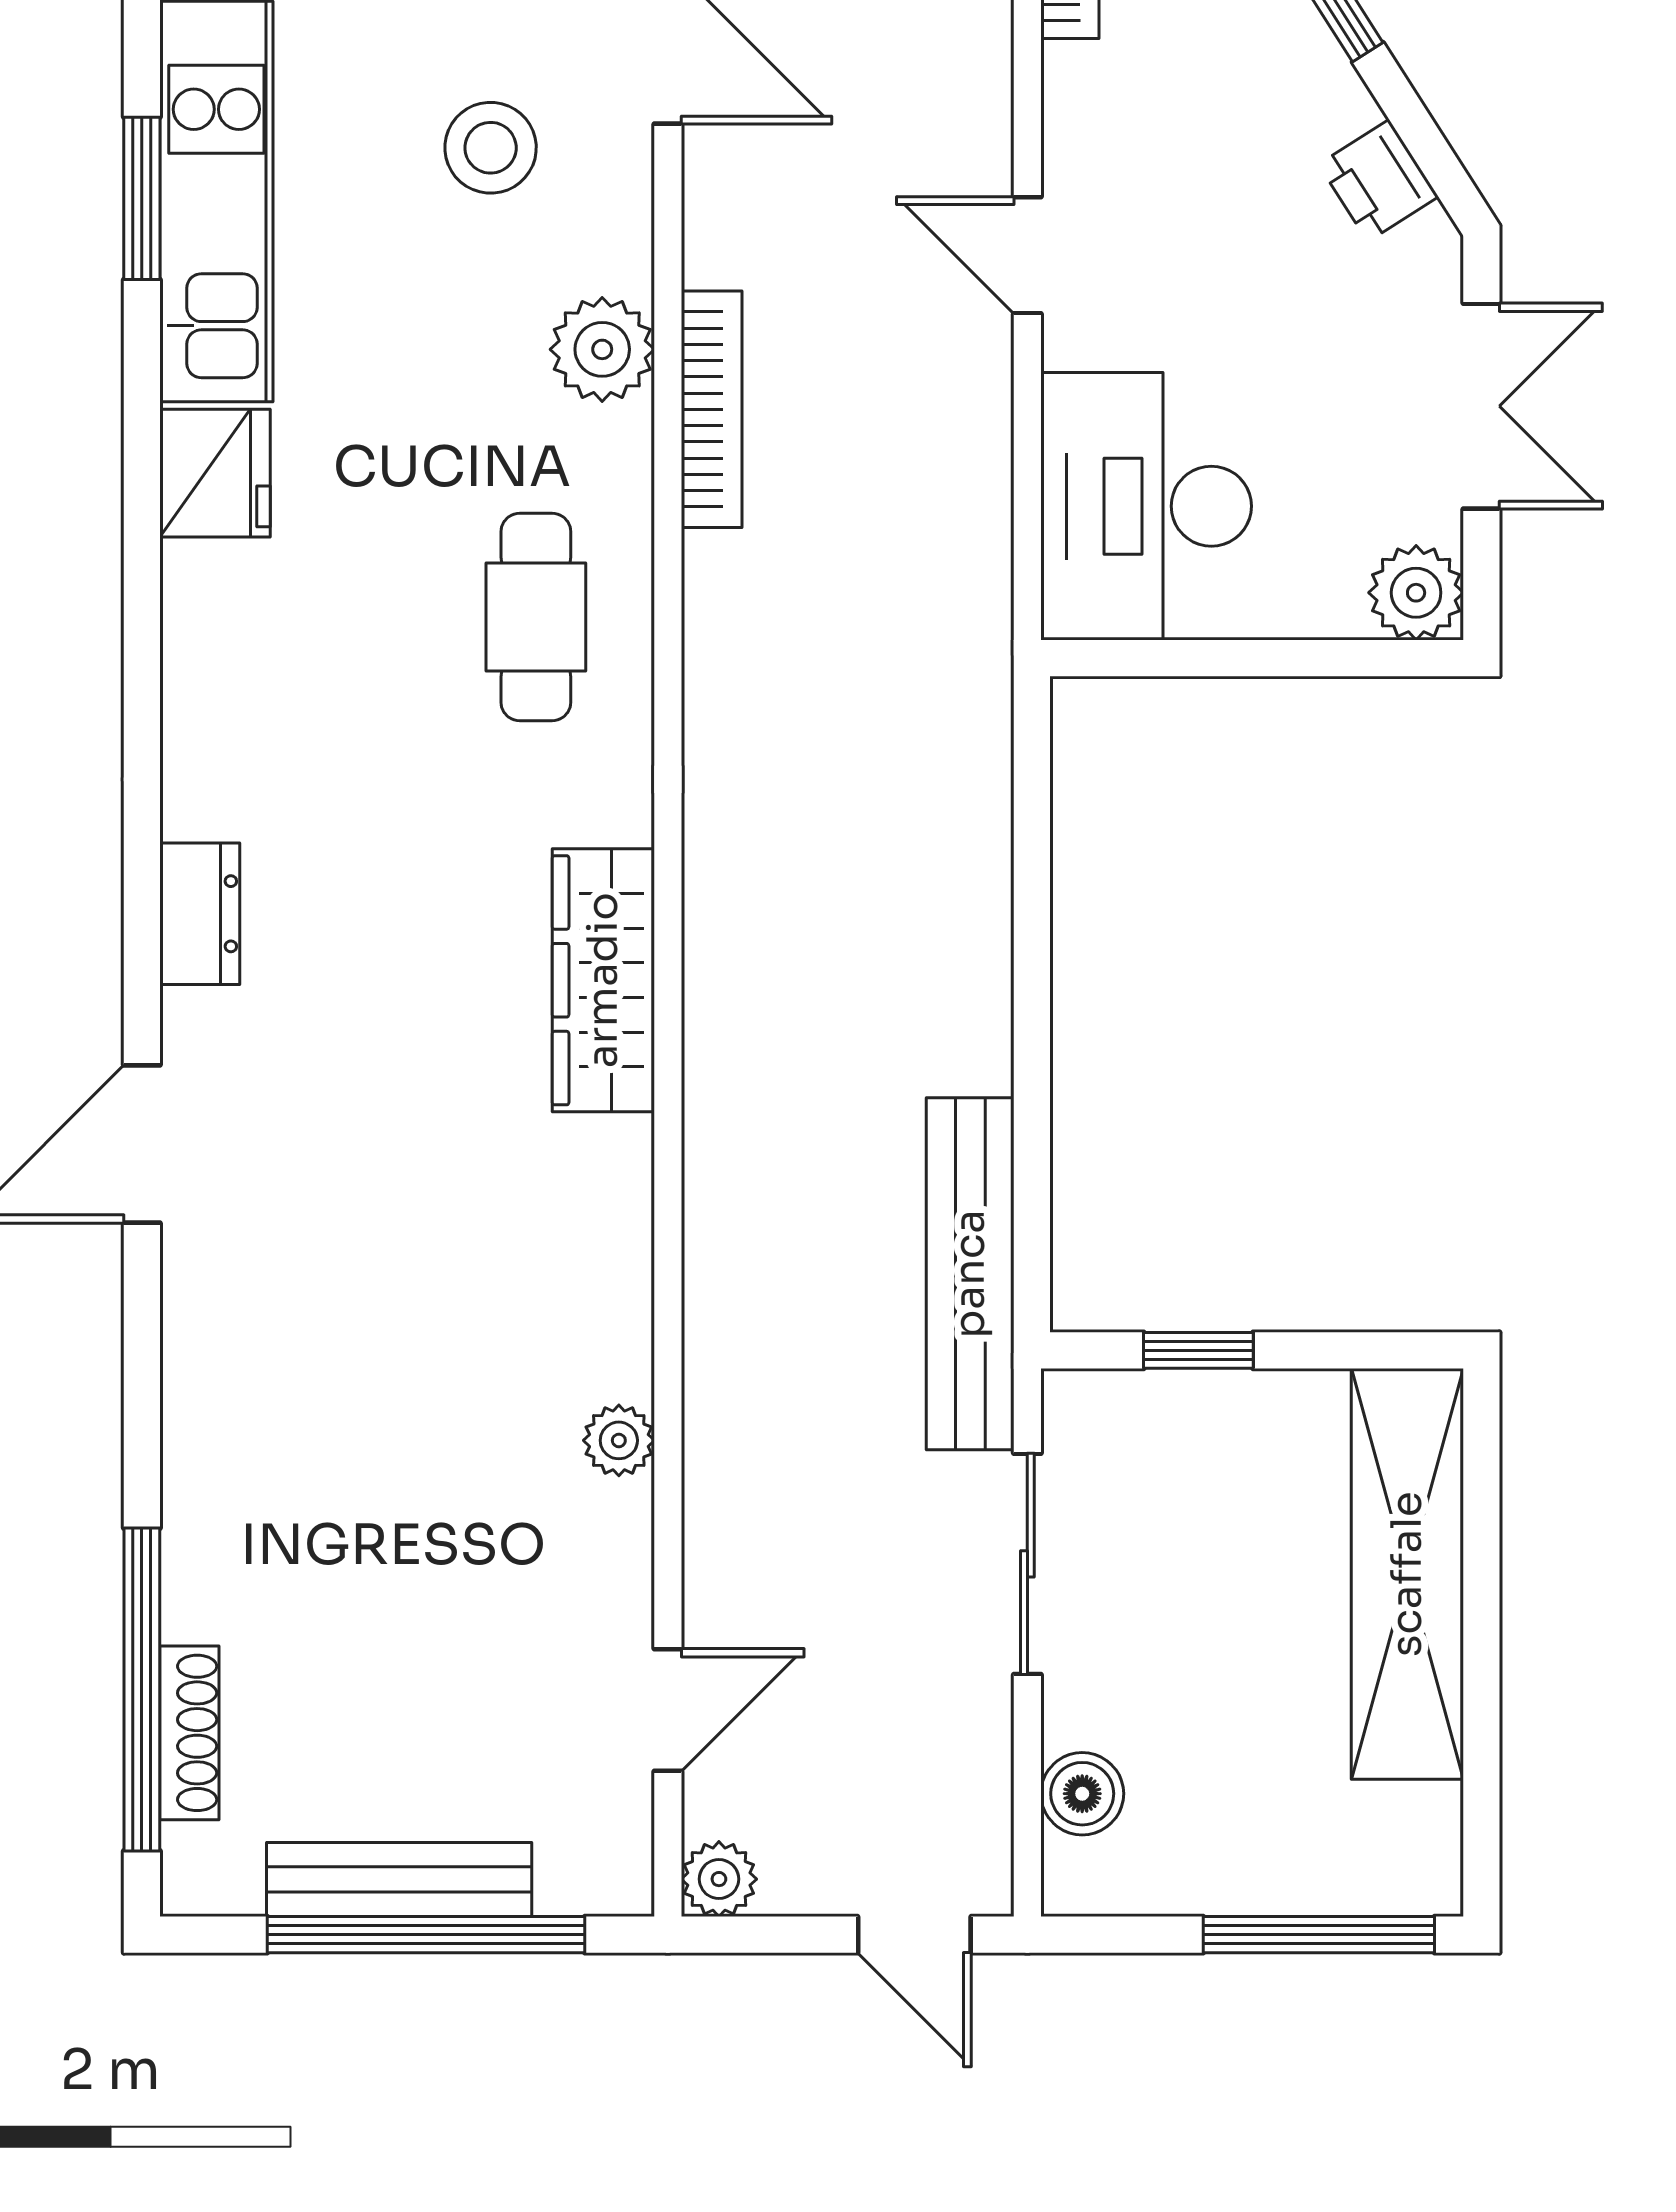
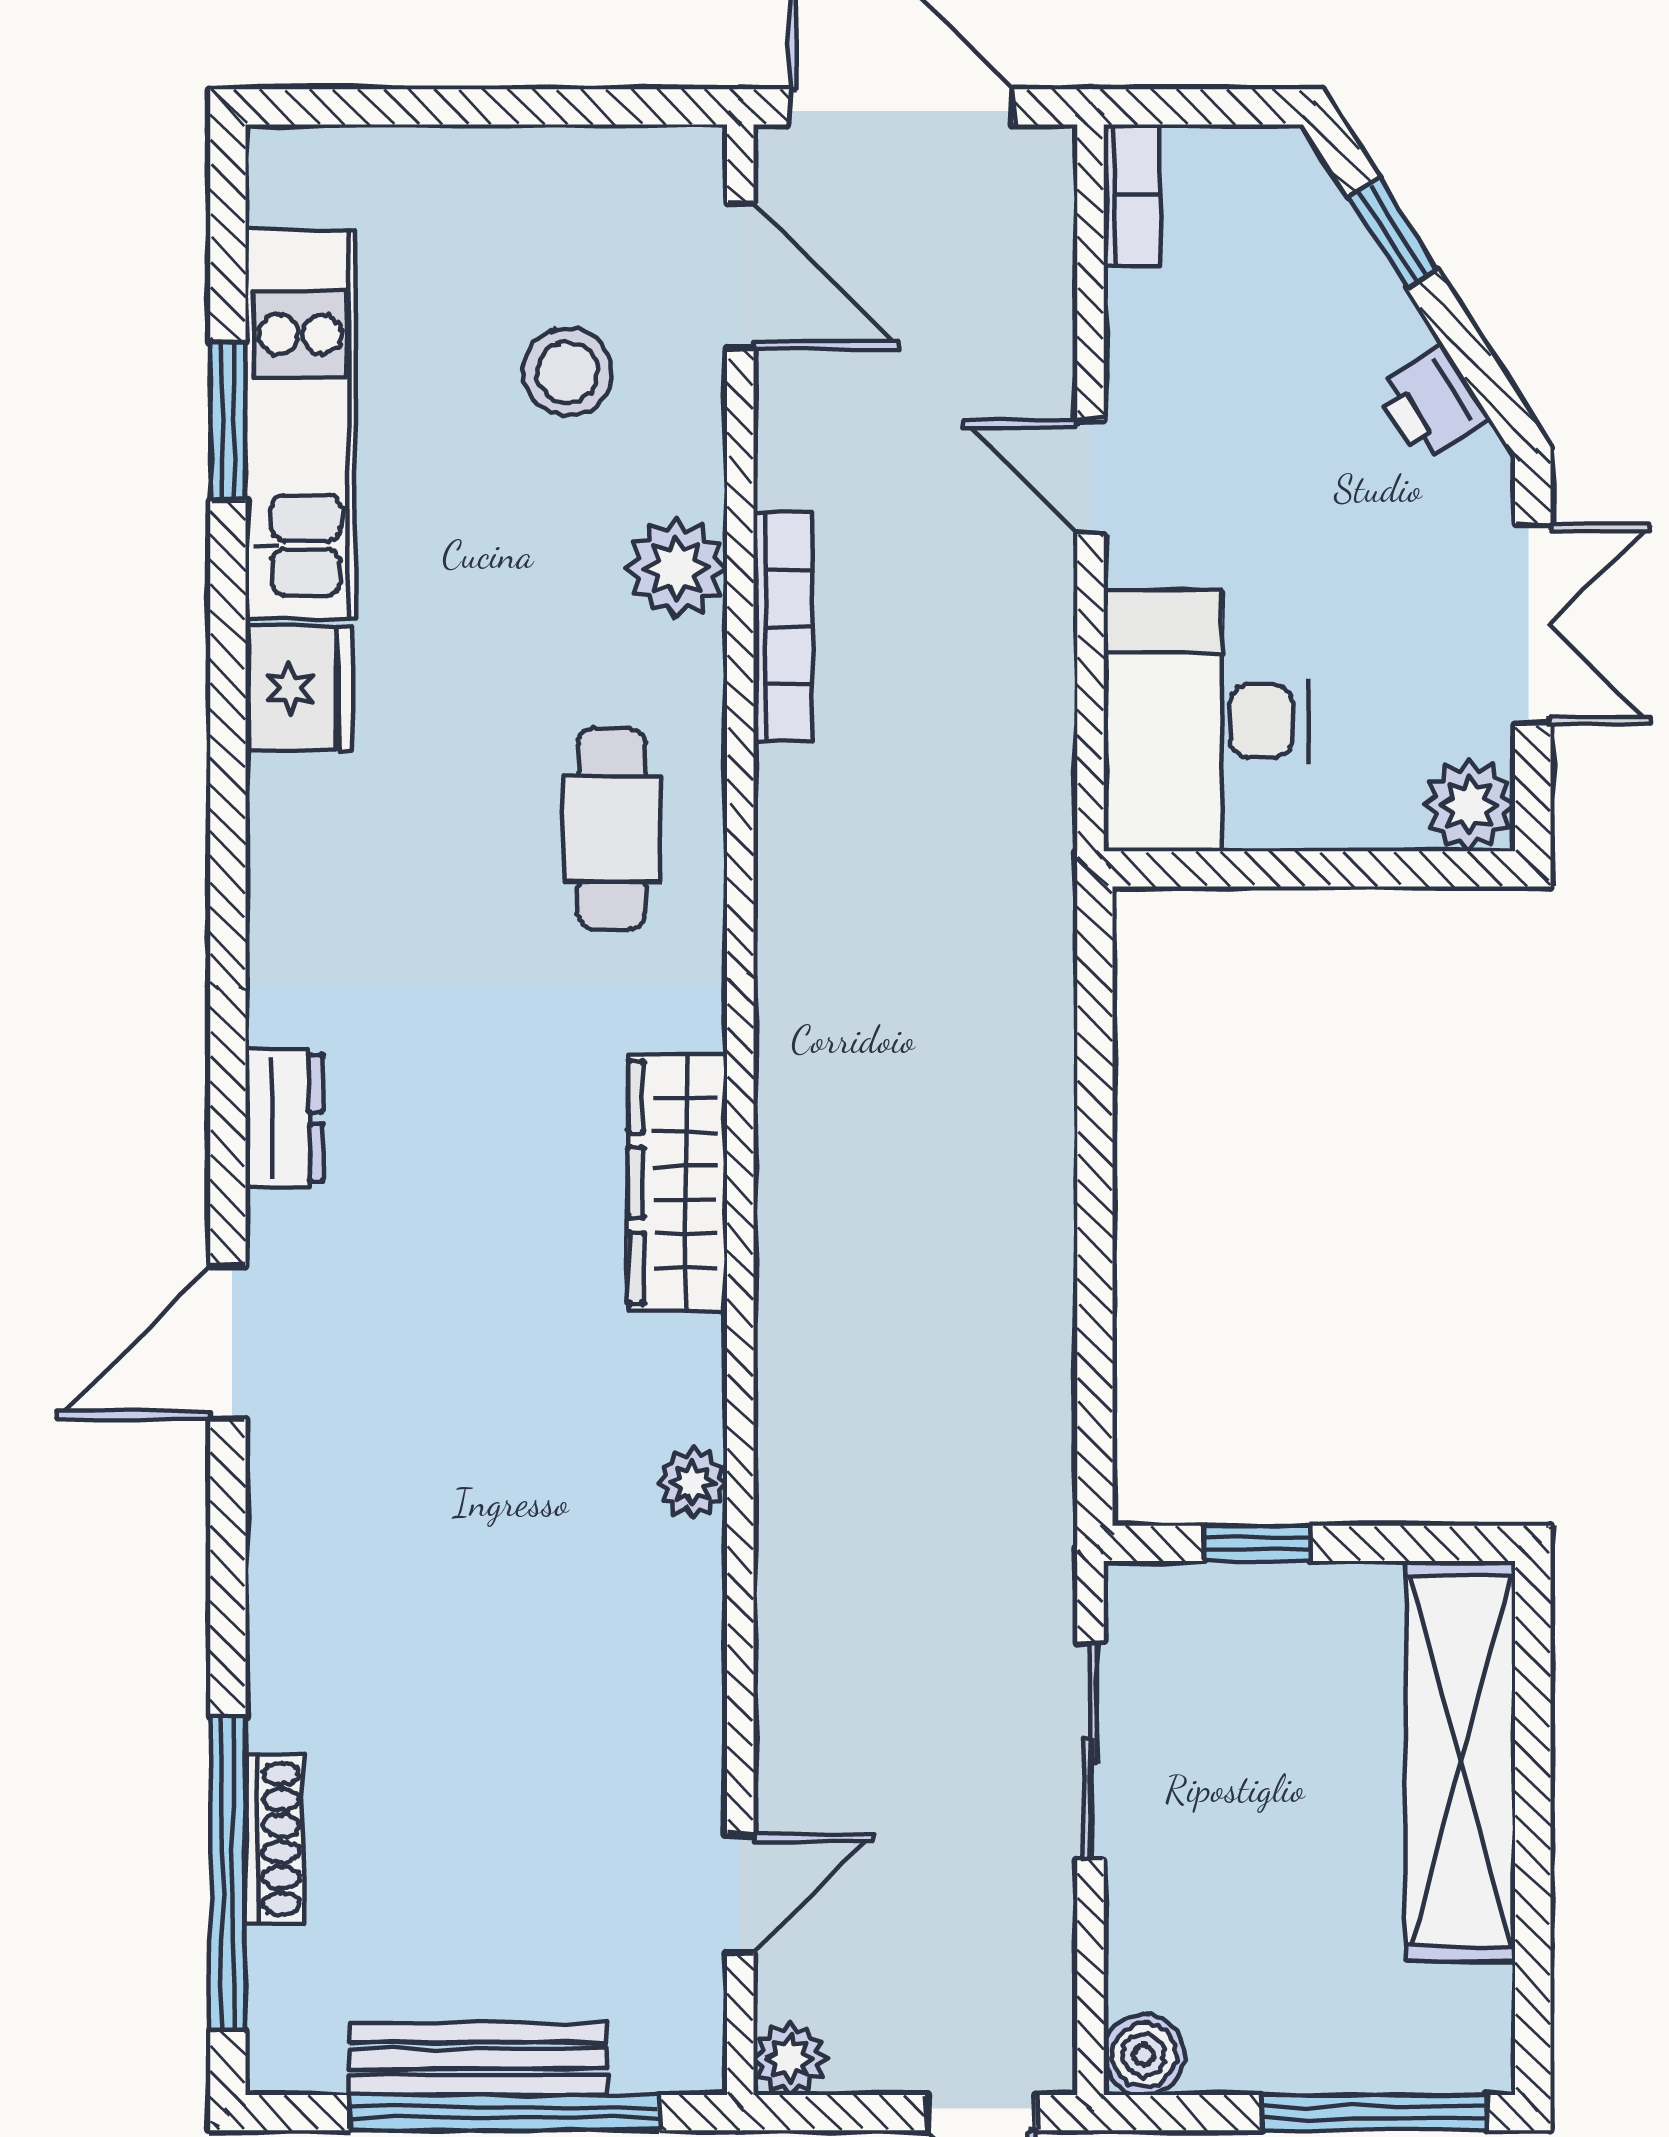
bench: (970, 1274) -> (1035, 1469), removed
plant: (619, 1440) -> (692, 1483), moved
shoe rack: (189, 1733) -> (274, 1839), moved
boiler: (1082, 1794) -> (1144, 2055), moved

